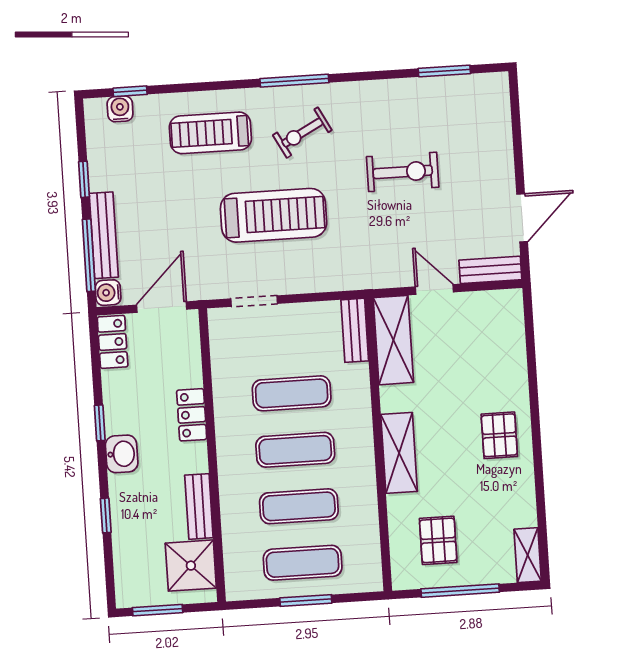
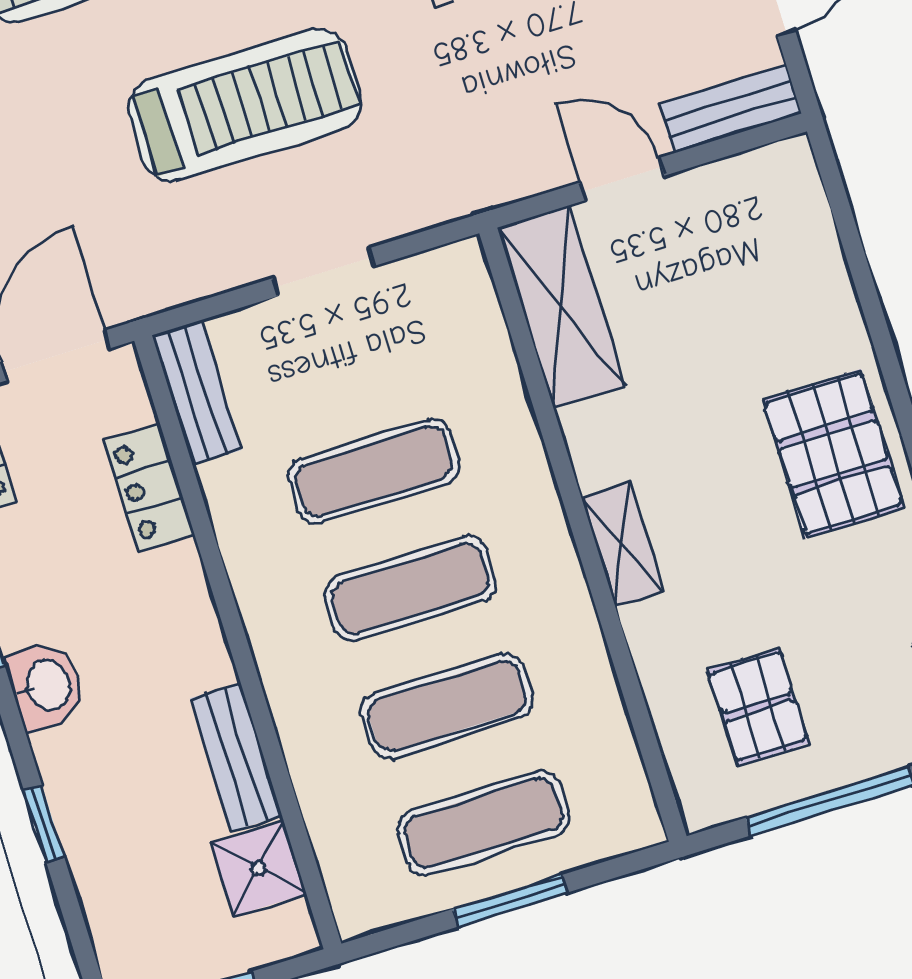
doorway: (254, 301) -> (323, 272), moved
bench: (355, 330) -> (197, 393), moved
locker: (192, 415) -> (149, 488), moved
pallet: (499, 435) -> (833, 454), width x1.50, depth x1.42
shelving: (399, 453) -> (623, 545), width x0.67, depth x0.75
shower: (191, 566) -> (258, 868), width x0.73, depth x0.73

